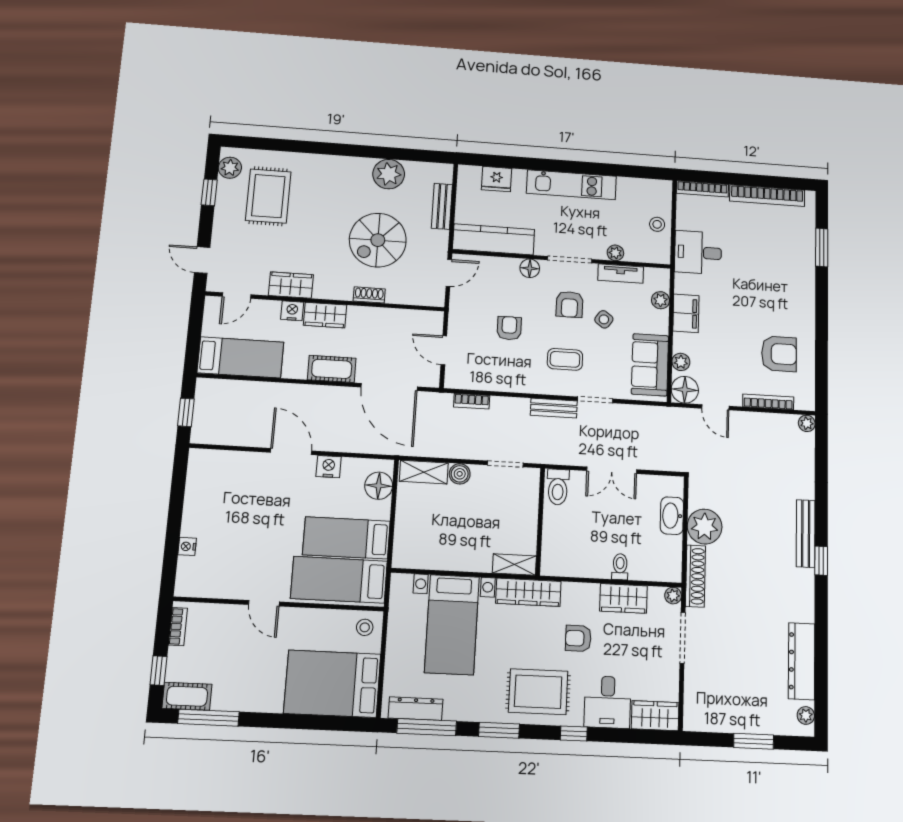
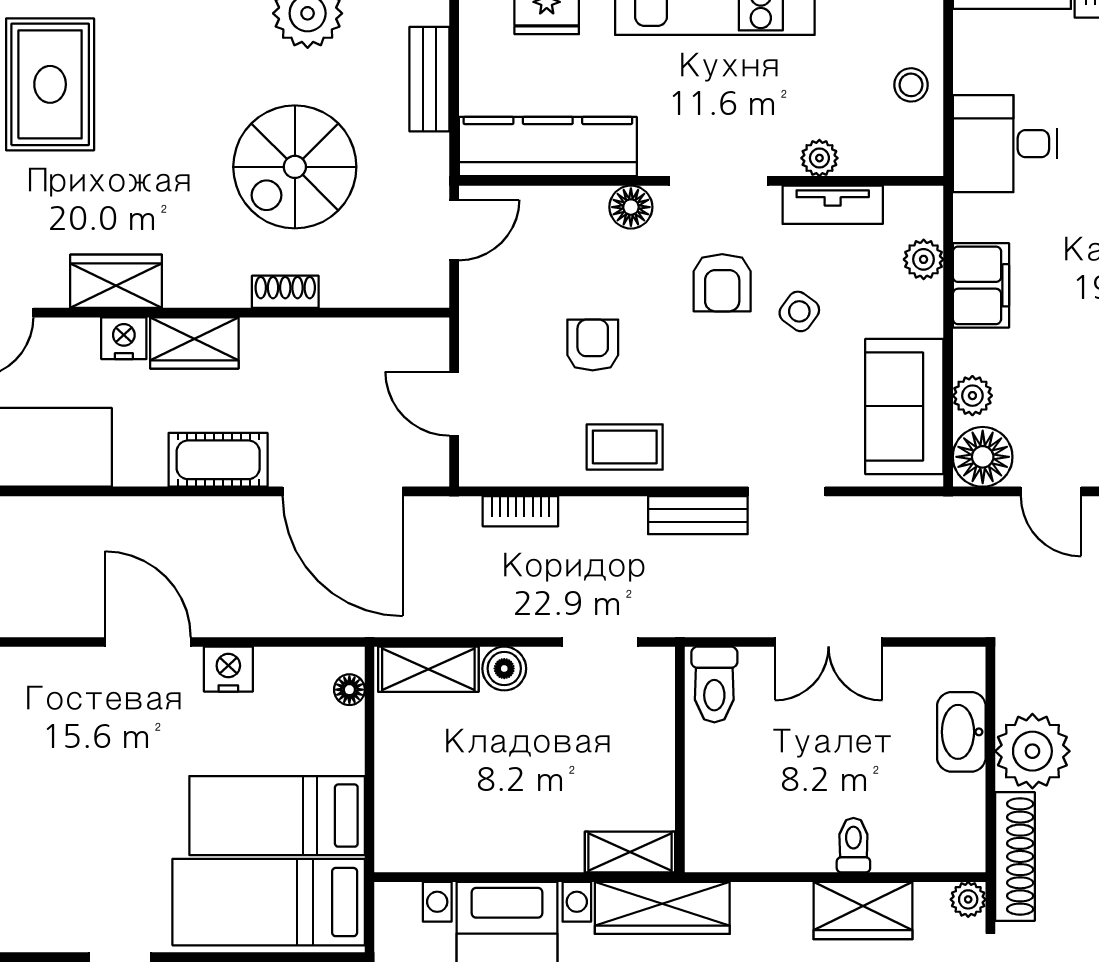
coffee table: (565, 359) -> (625, 447), moved
floor lamp: (379, 486) -> (349, 690), width x0.53, depth x0.53

